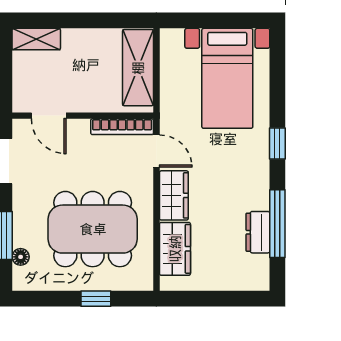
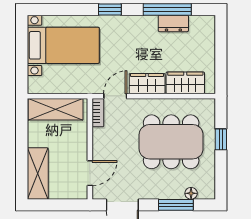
shelving: (36, 39) -> (38, 174), width x1.50, depth x1.33
bookcase: (122, 127) -> (98, 113), width x0.64
dining table: (93, 229) -> (171, 142), turned 90

